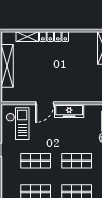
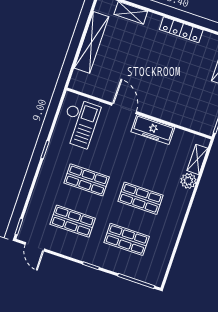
locker: (54, 37) -> (181, 30), moved
door: (45, 103) -> (124, 108), swing flipped

